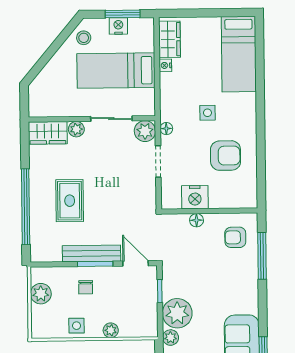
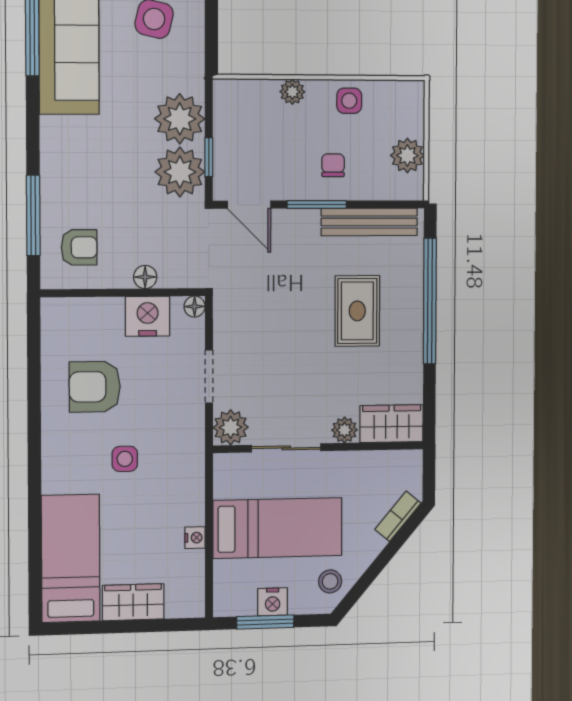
wardrobe: (170, 39) -> (133, 602), moved, turned 90
bookcase: (43, 77) -> (398, 516), added
floor lamp: (166, 129) -> (195, 307), moved
bench: (91, 253) -> (369, 222), moved
plant: (171, 338) -> (180, 172), moved, width x1.88, depth x1.88

